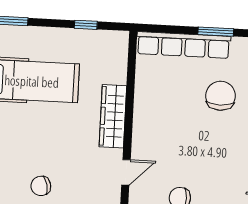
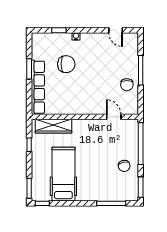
chair: (221, 96) -> (66, 64), turned 180
wardrobe: (113, 116) -> (54, 126), moved

